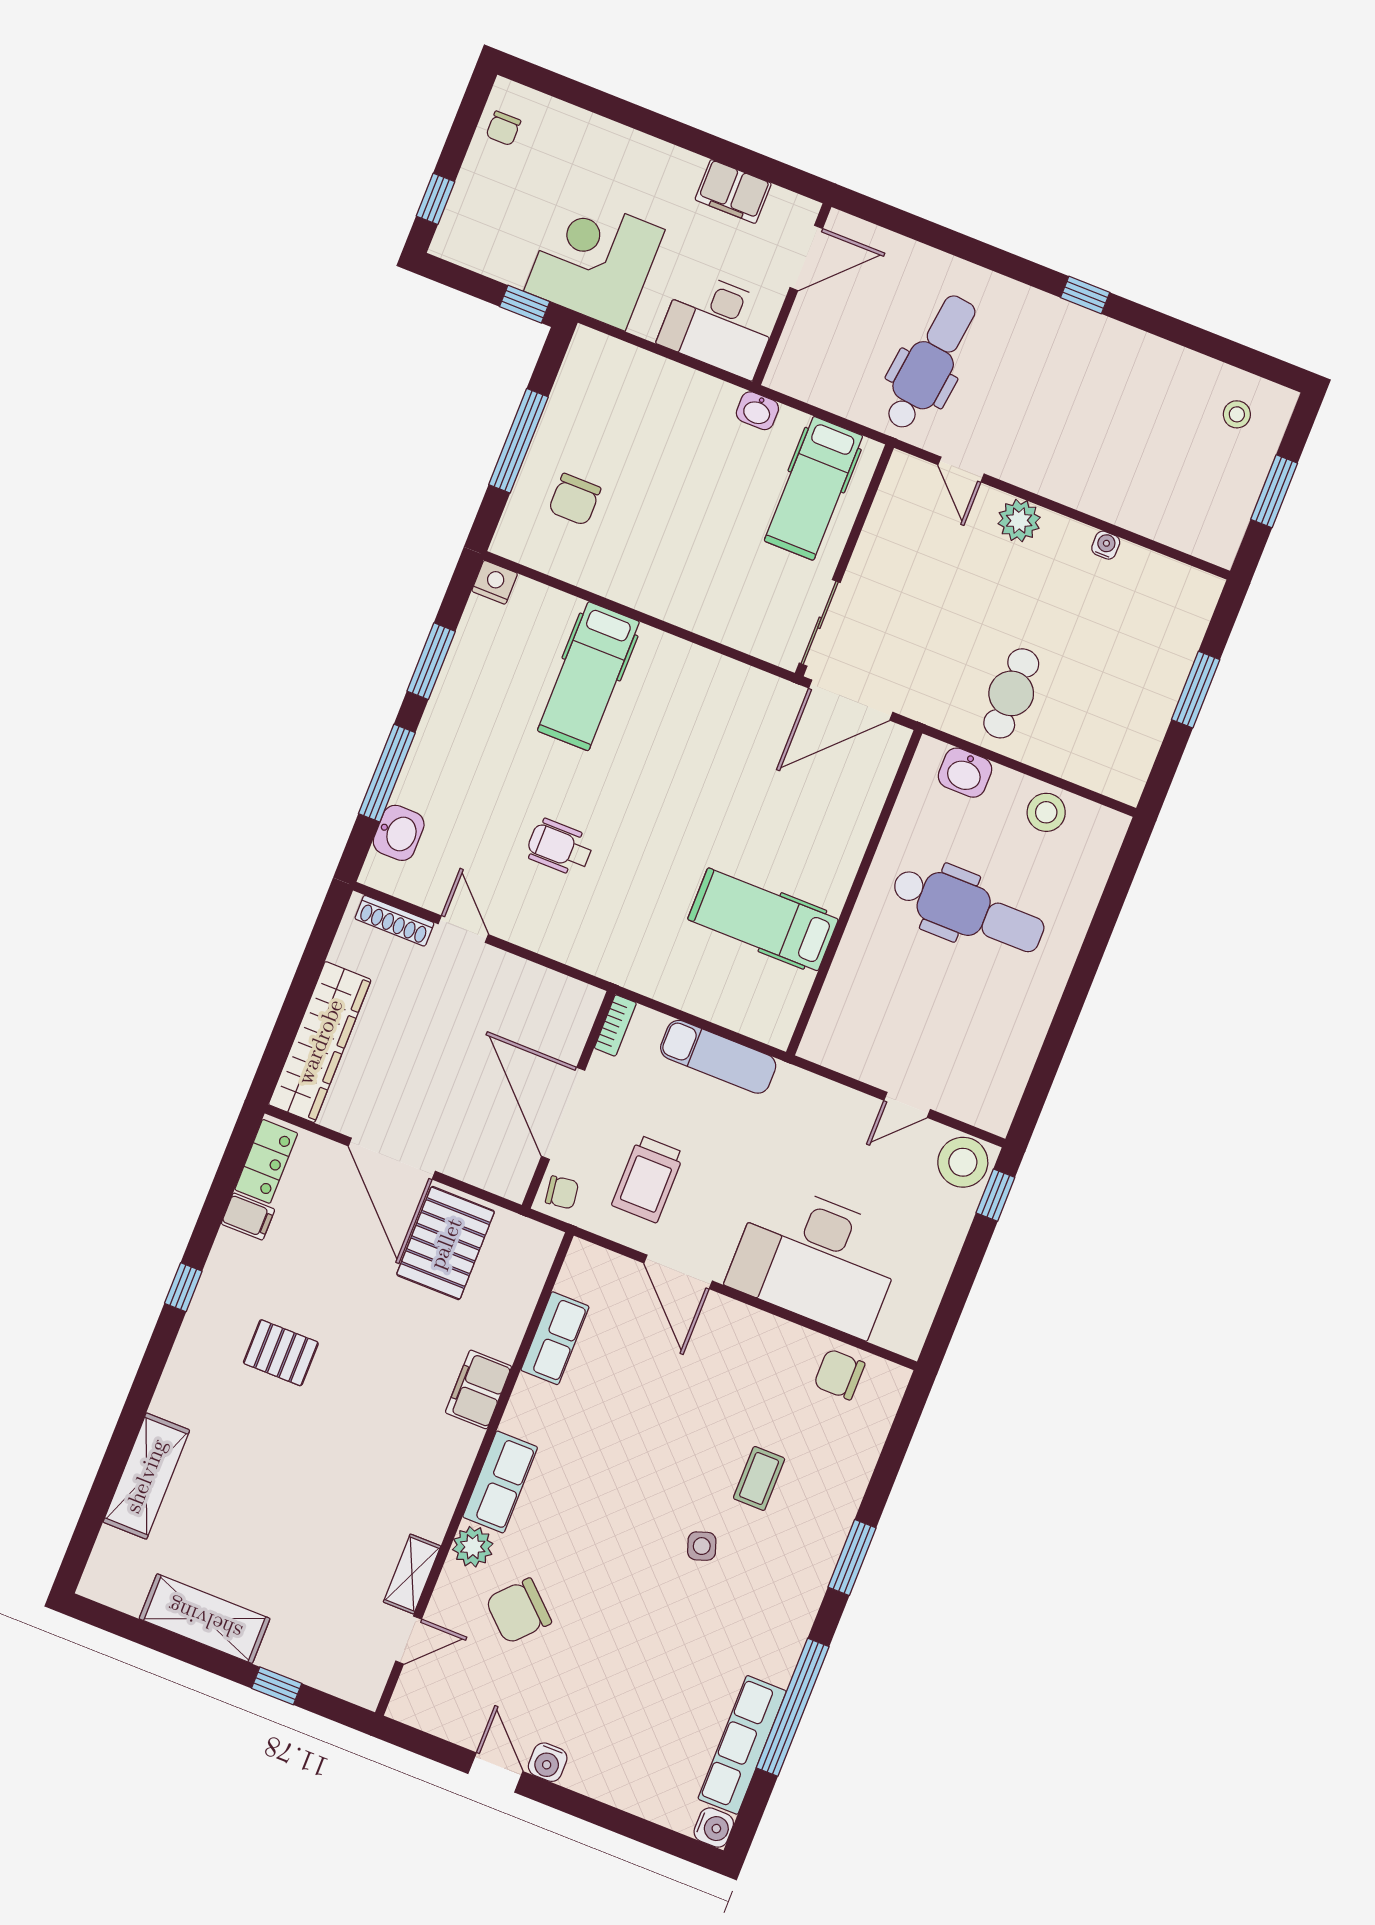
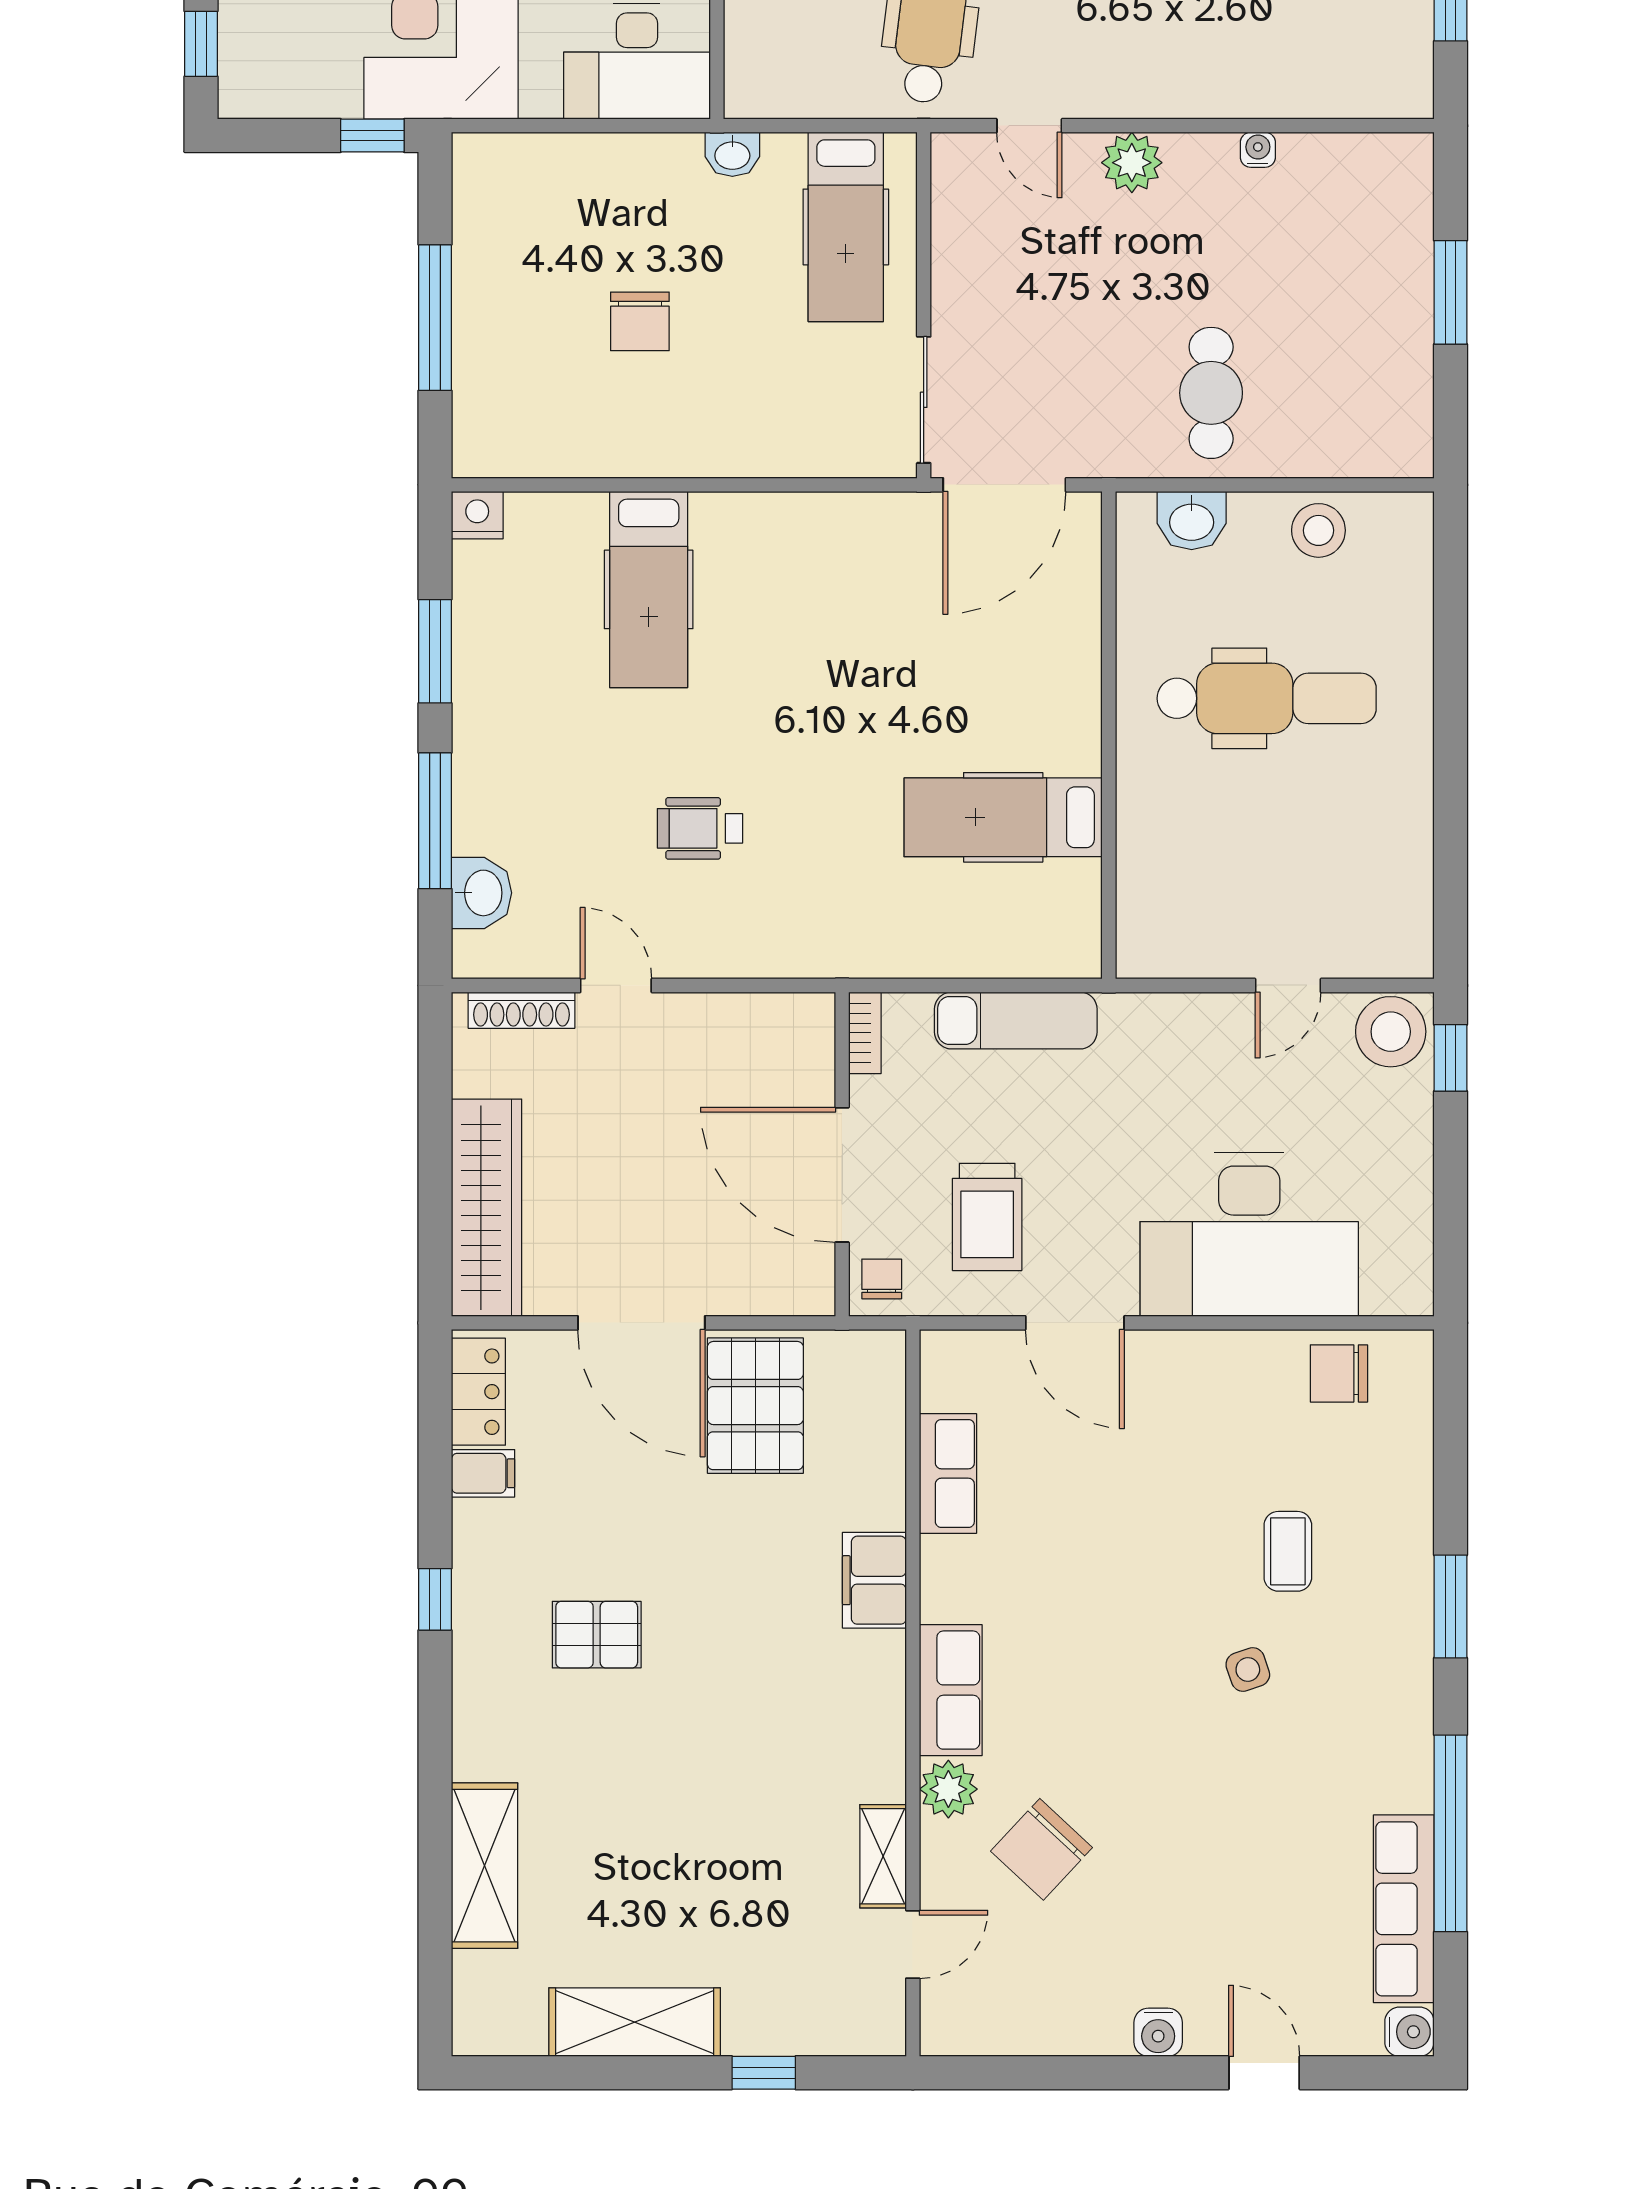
chair: (575, 500) -> (640, 321), moved
chair: (562, 1192) -> (882, 1279), turned -82
door: (495, 1772) -> (1264, 2073), moved

